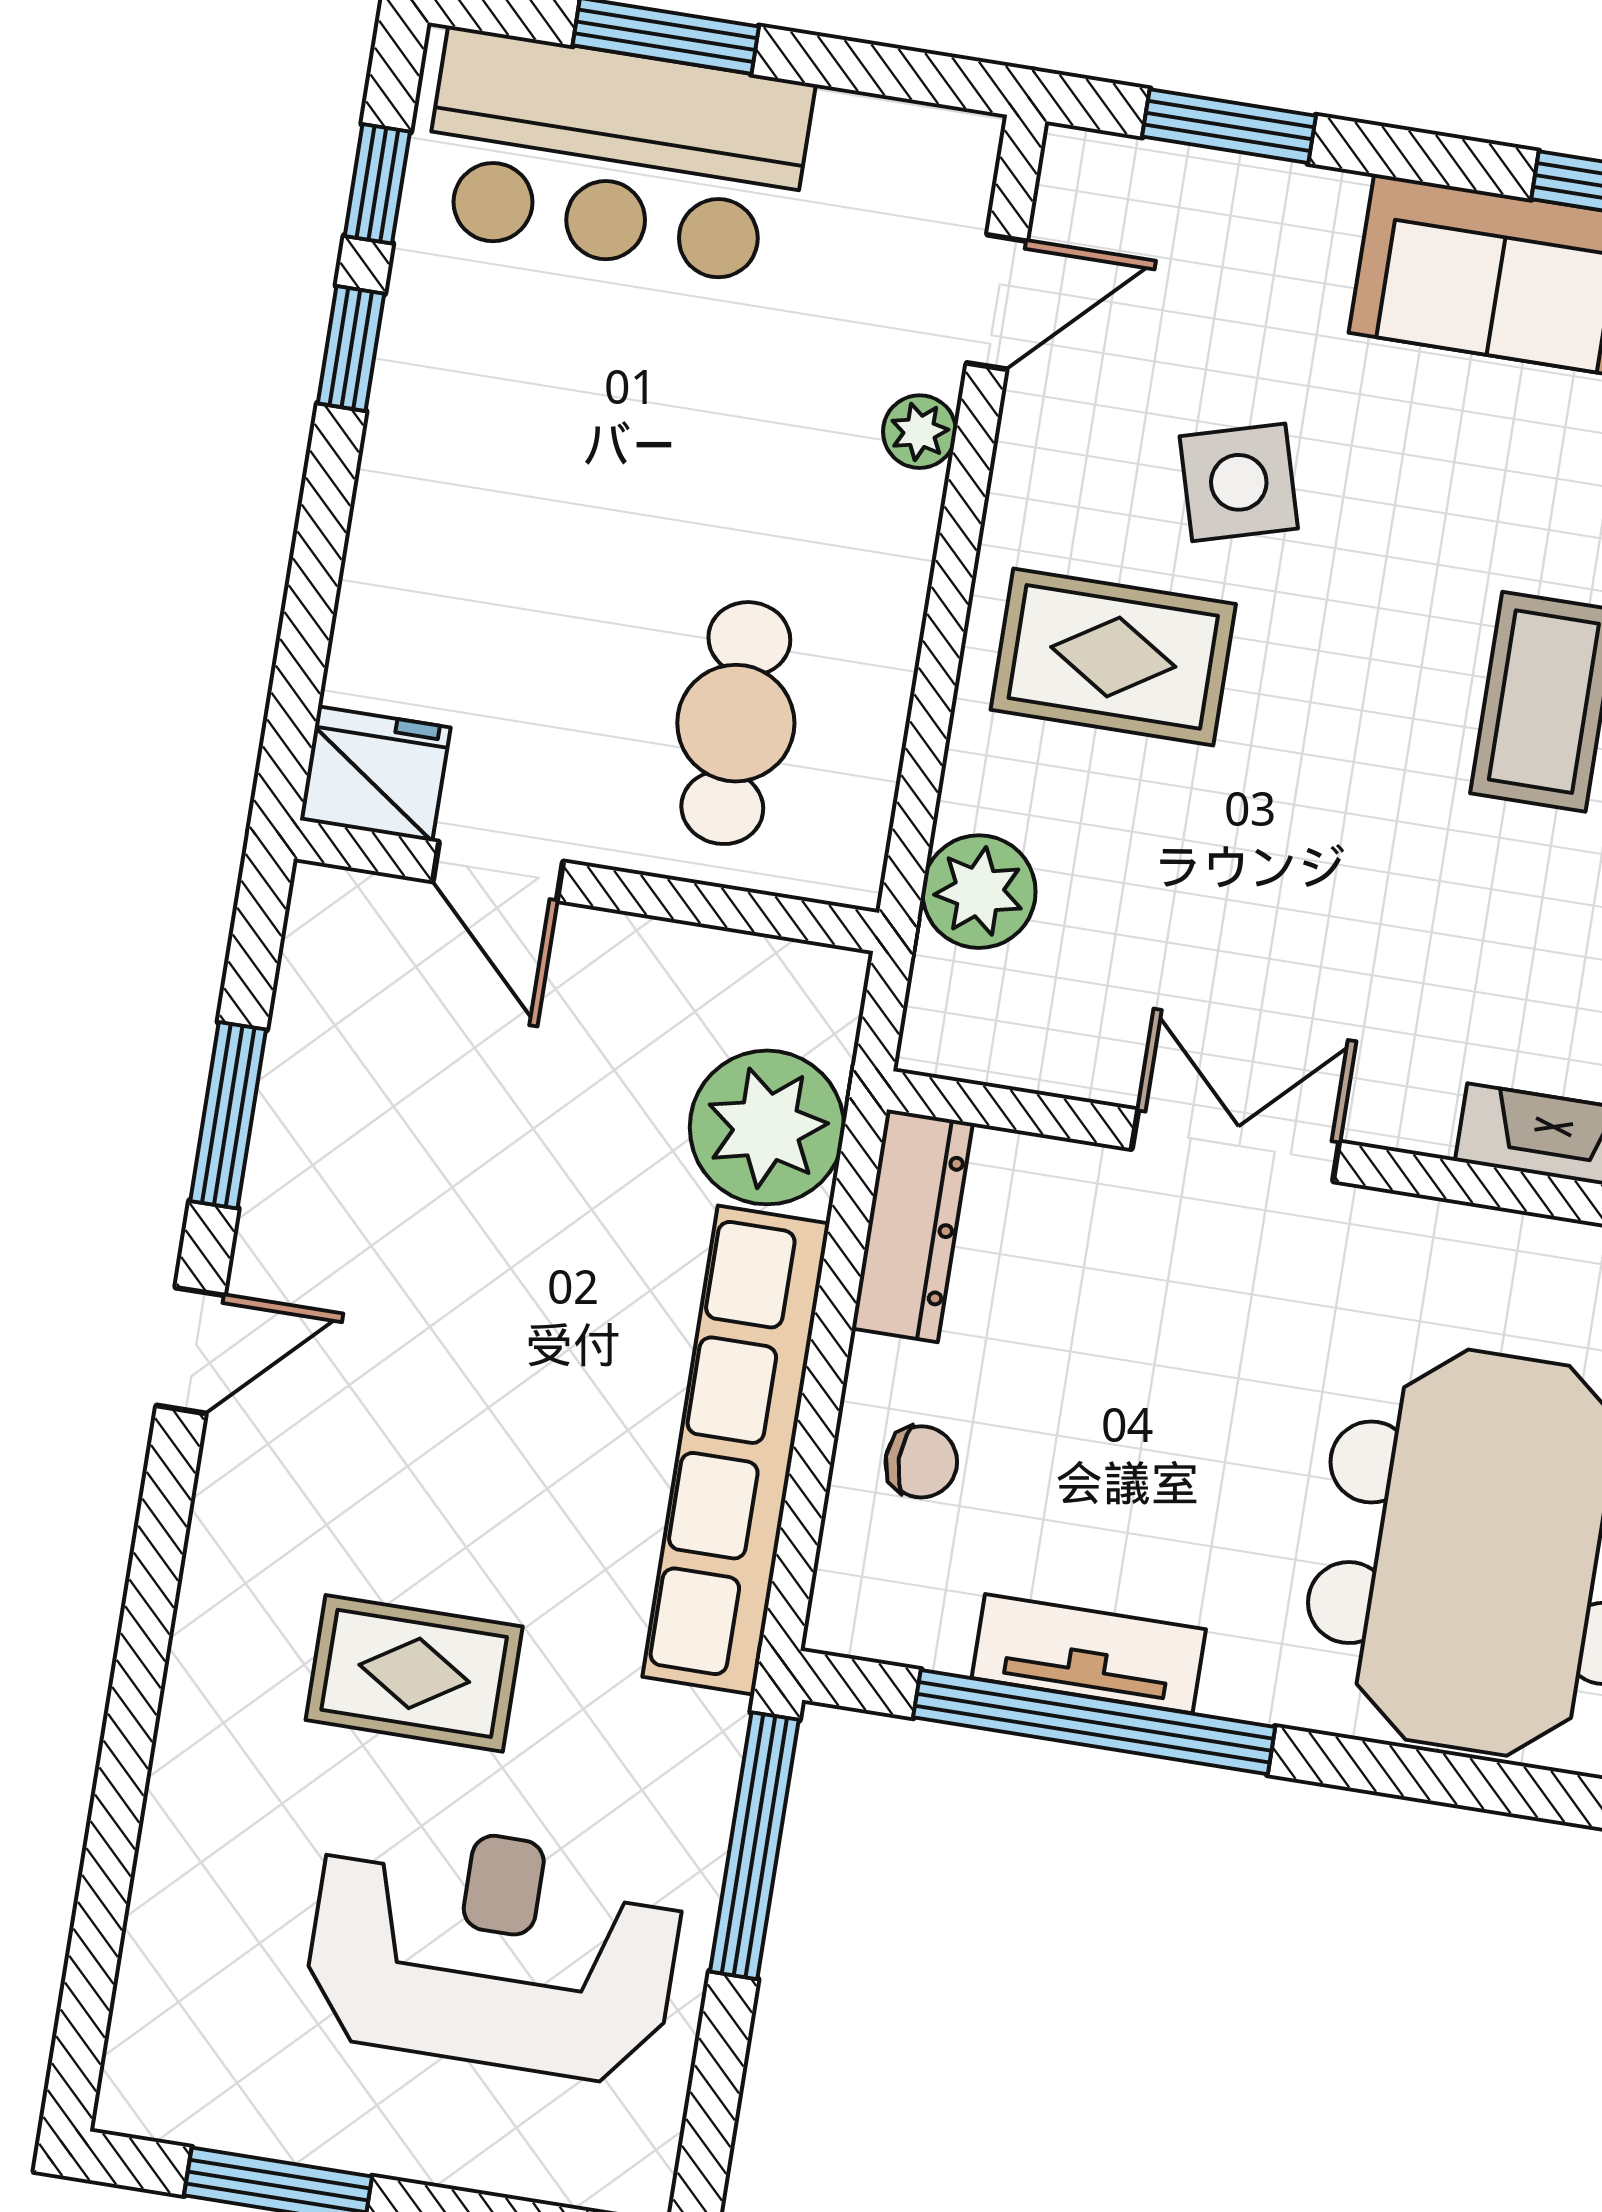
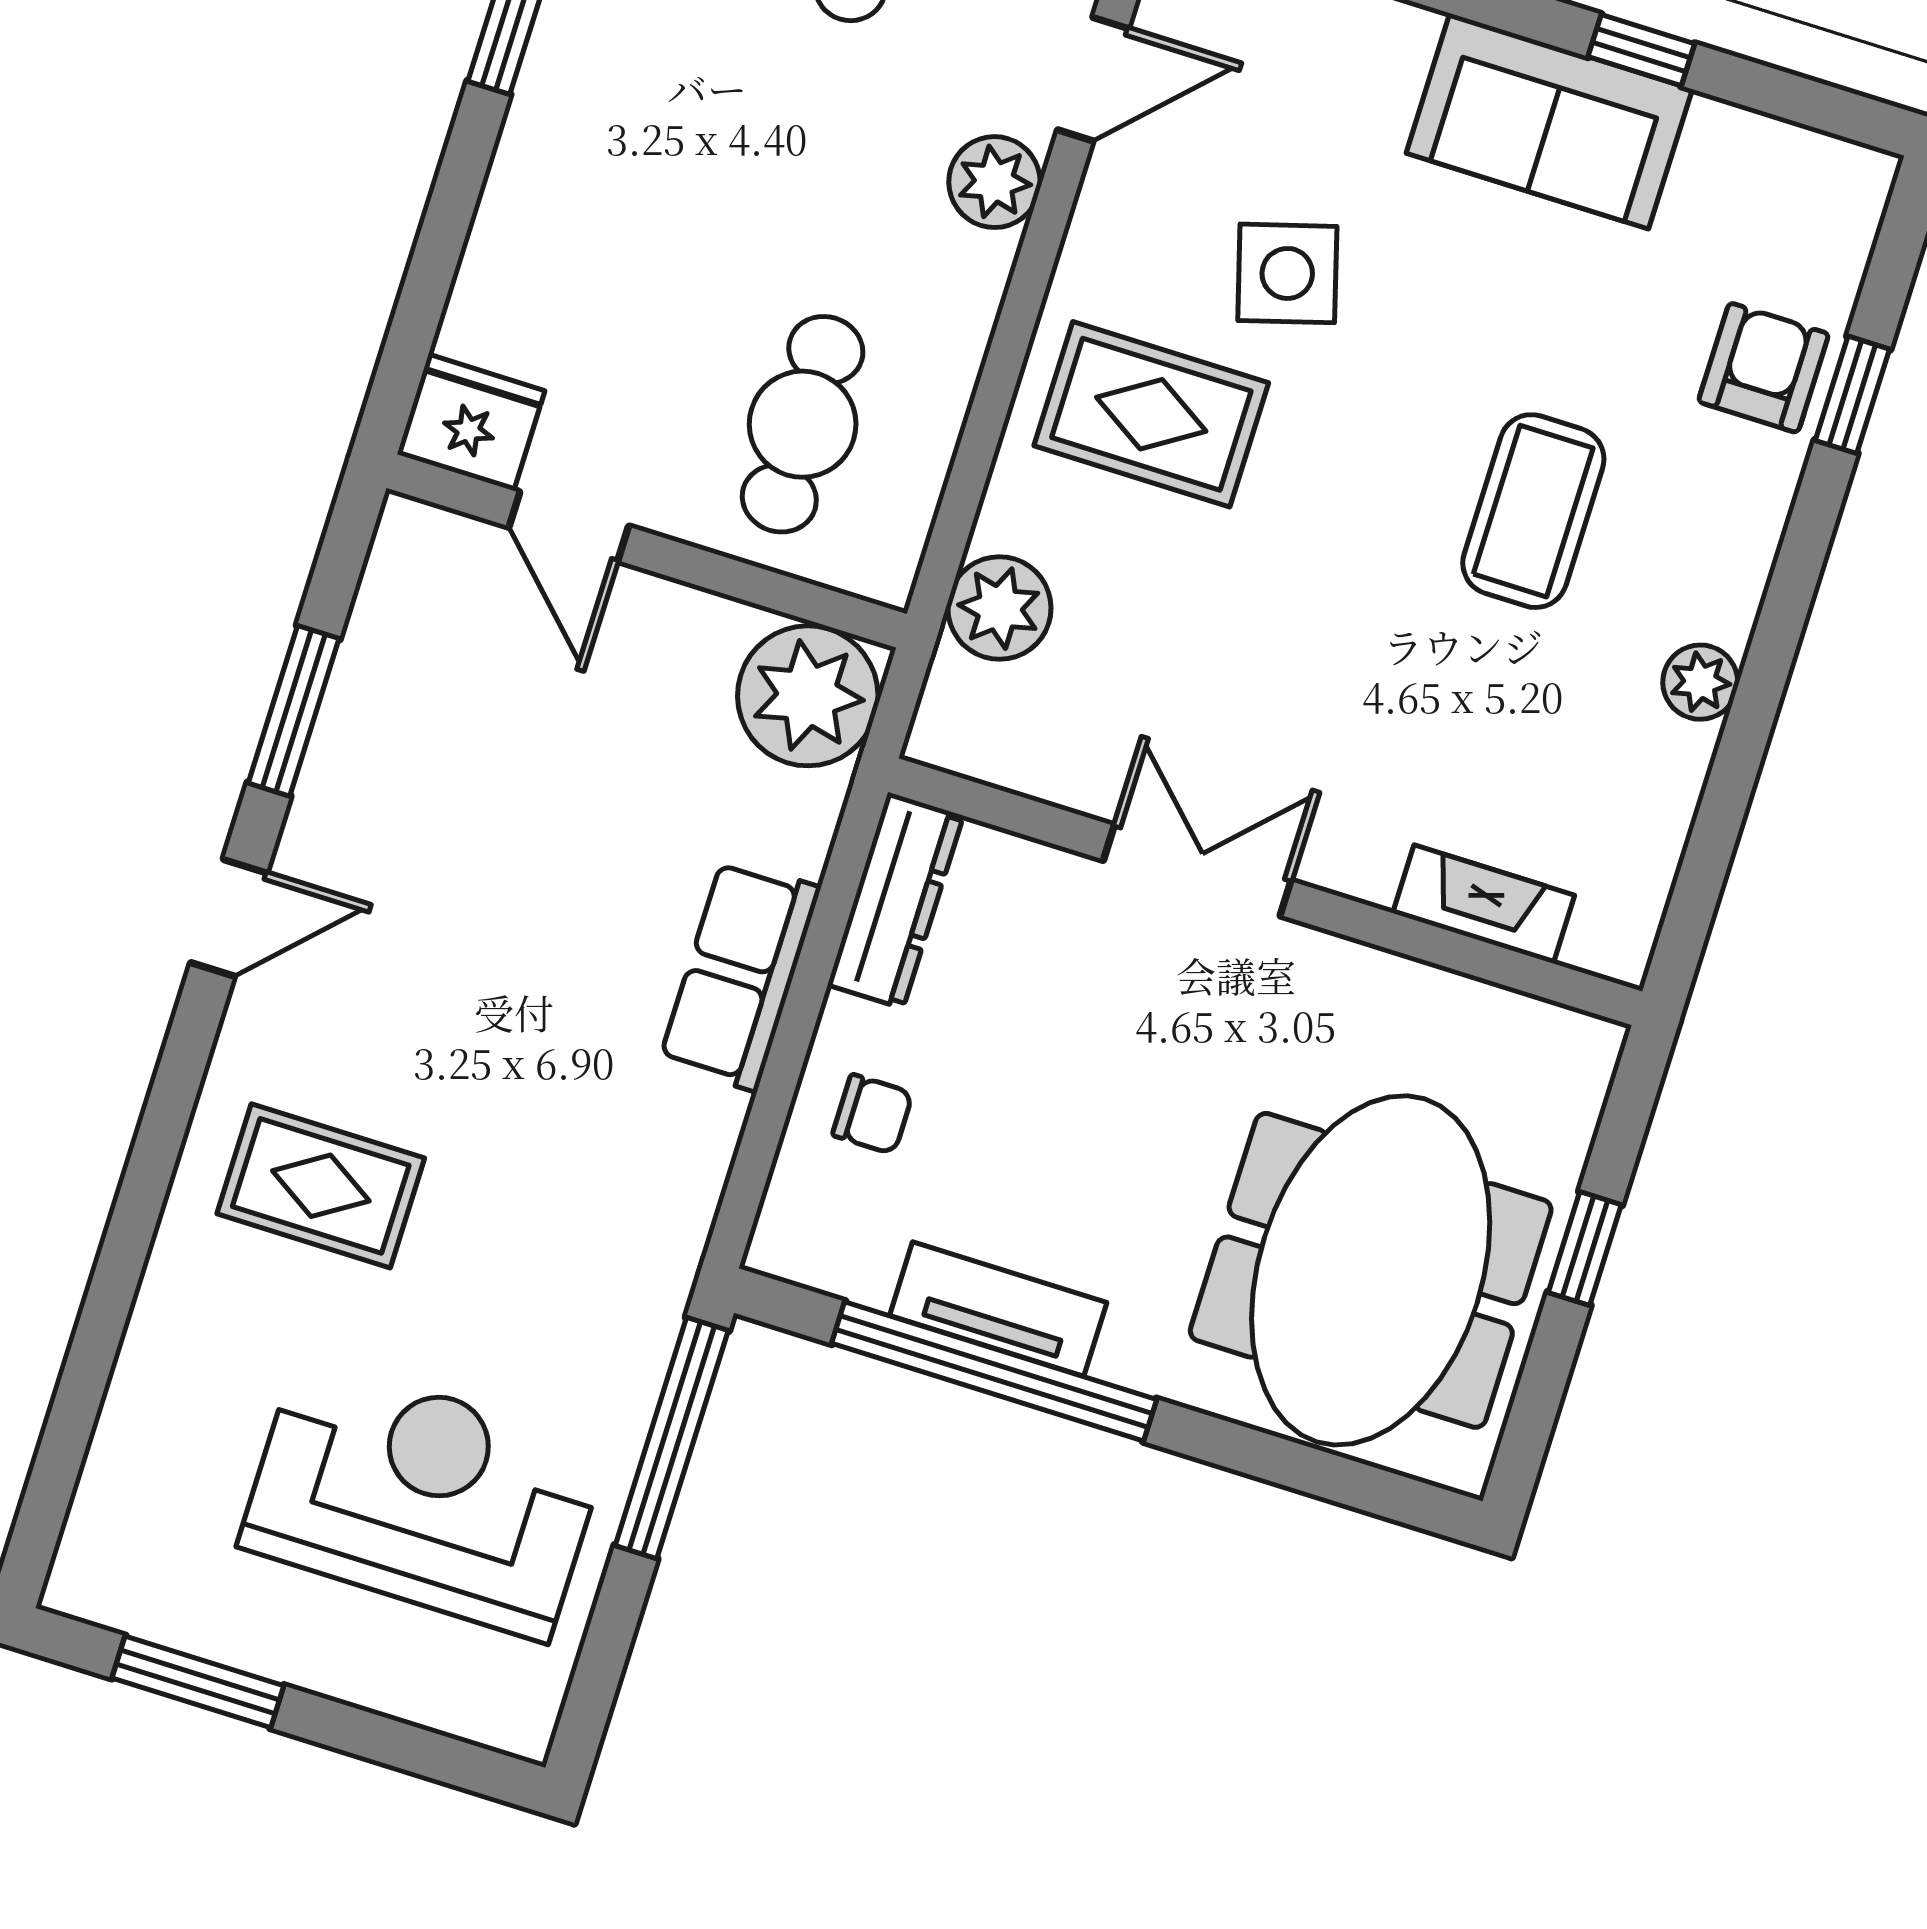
plant: (920, 432) -> (995, 182), width x1.38, depth x1.38
plant: (767, 1127) -> (808, 696), moved
row of seats: (736, 1450) -> (740, 975), width x0.50
rug: (414, 1673) -> (321, 1186), moved

